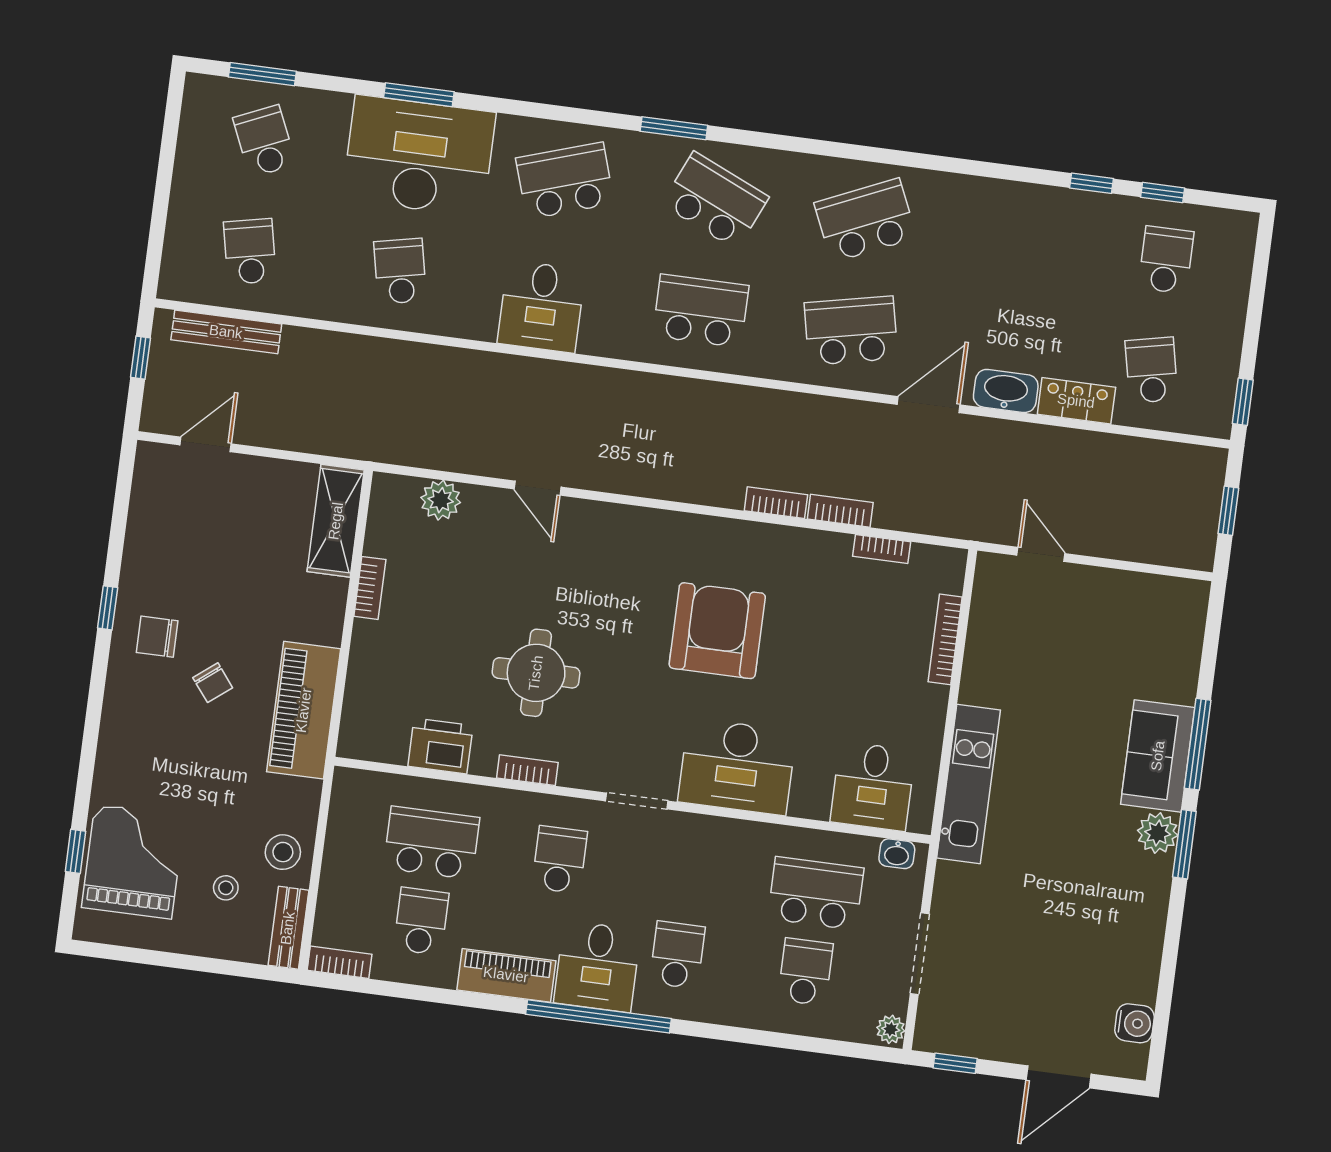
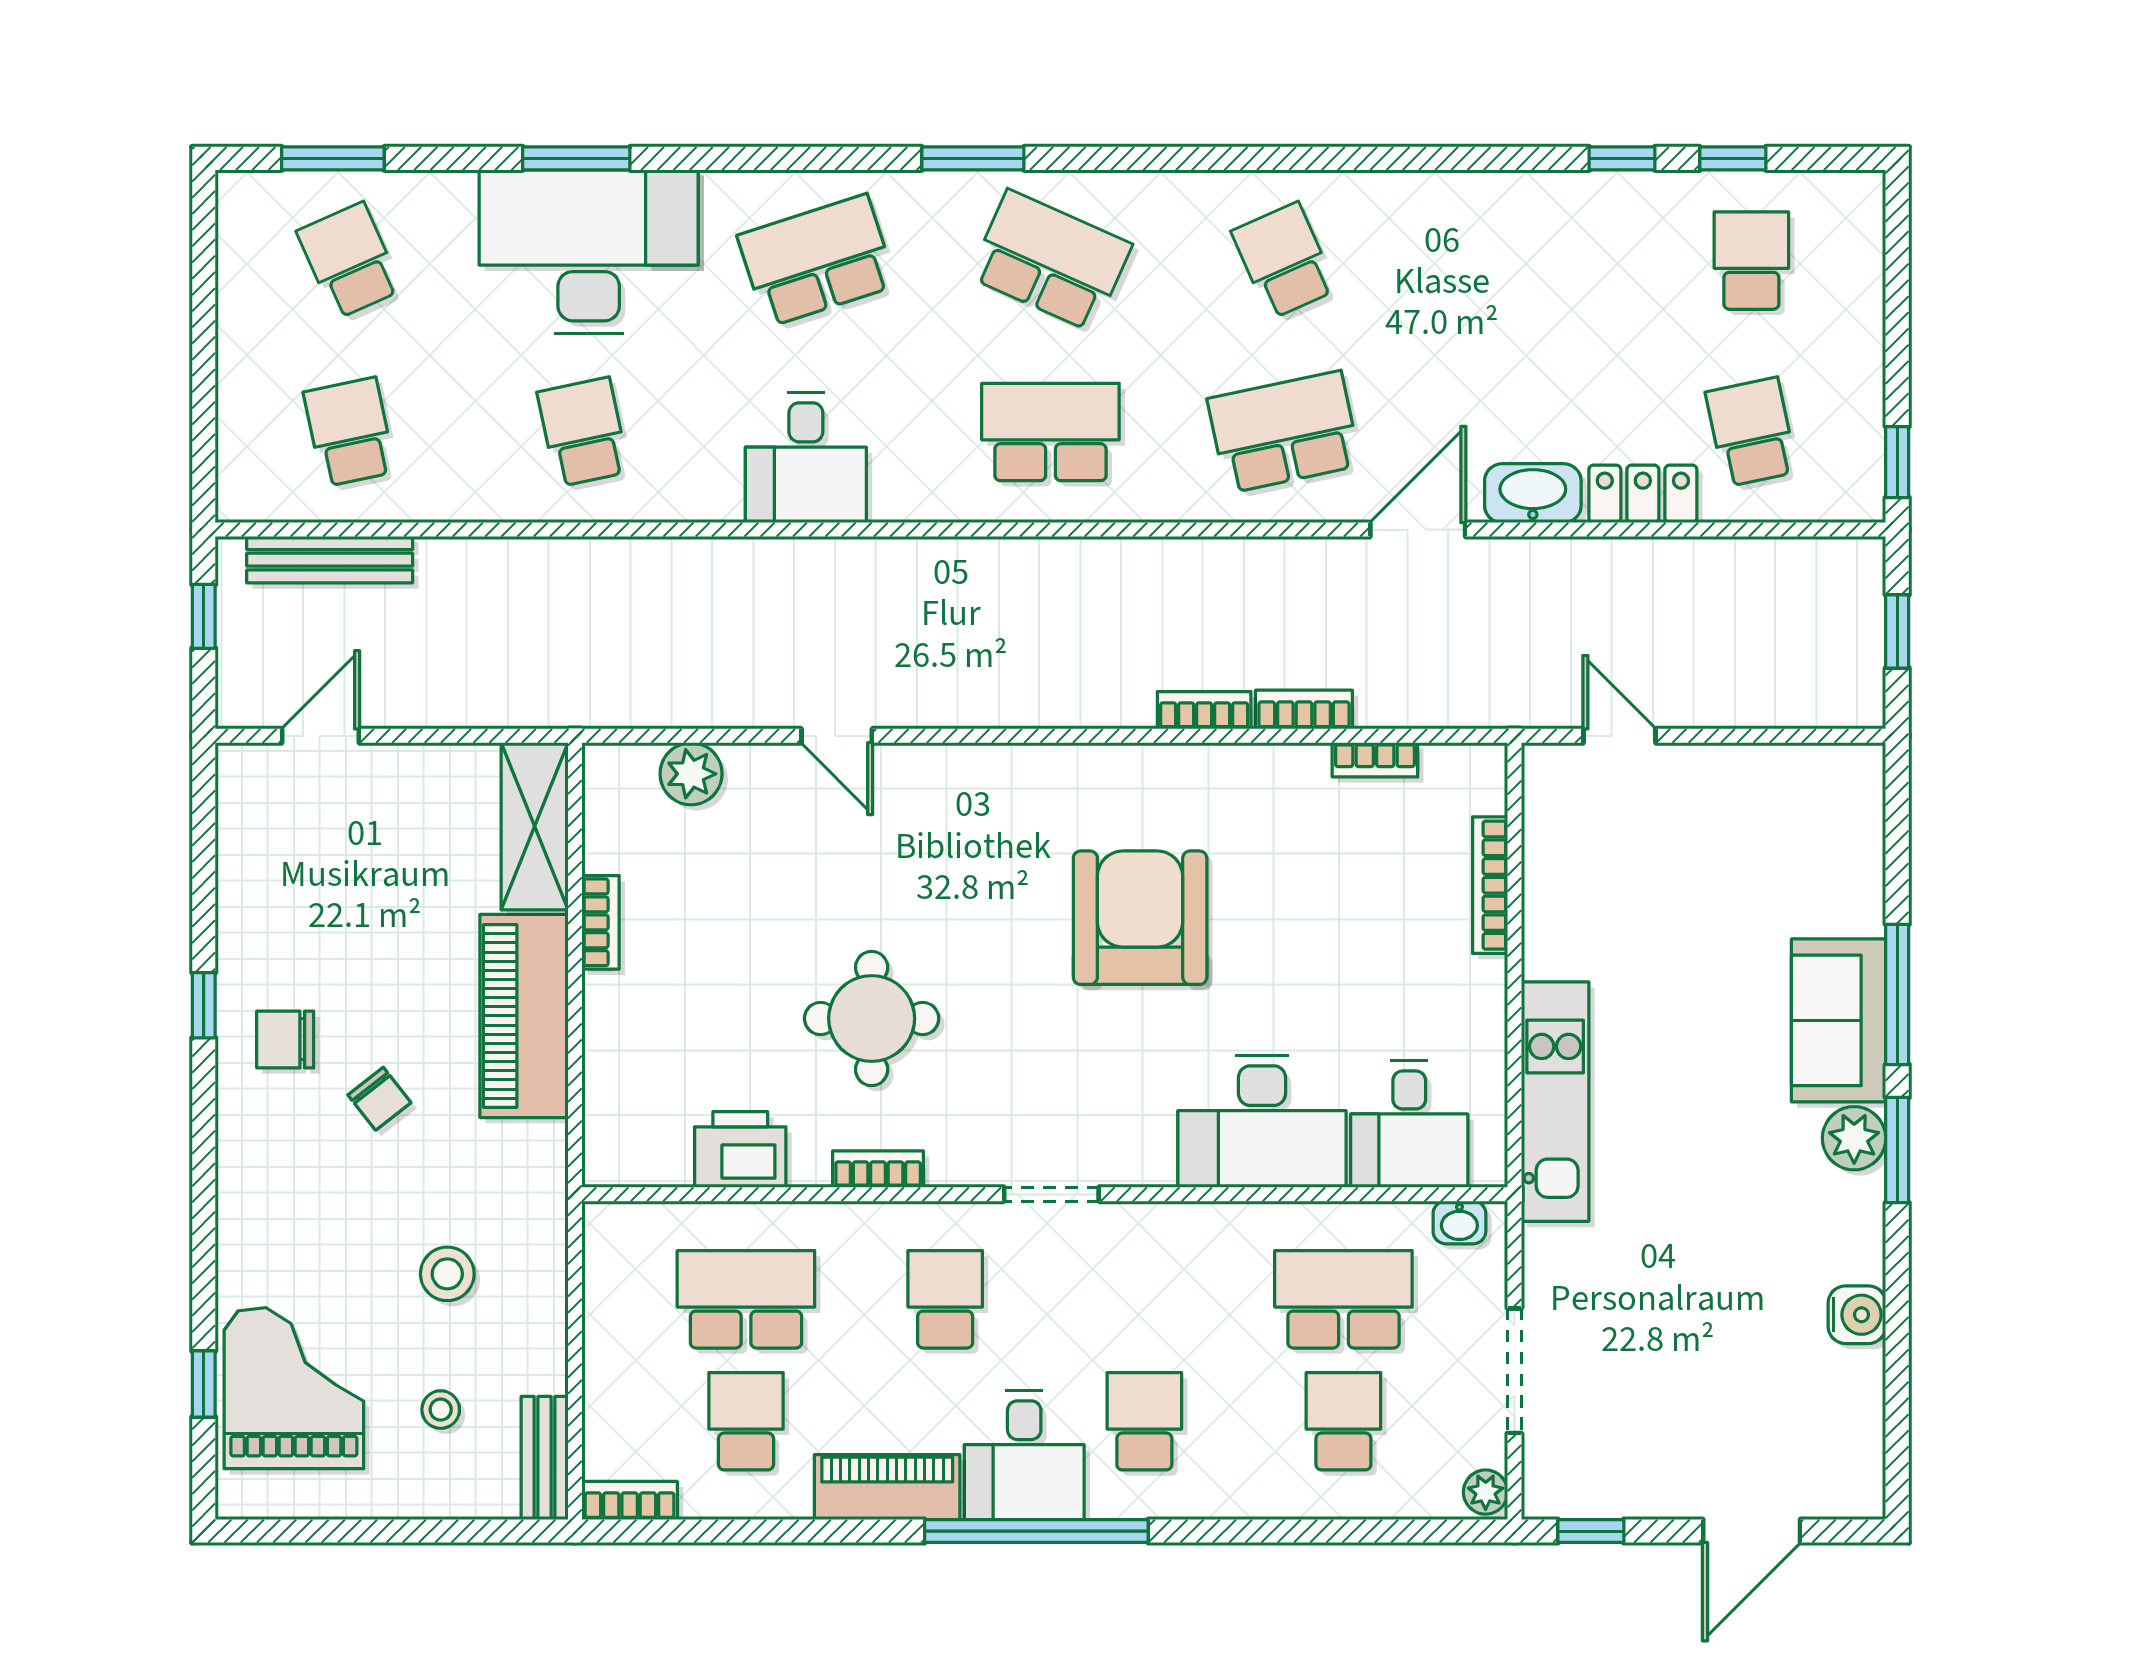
school desk: (865, 220) -> (1284, 261), width x0.54
piano: (304, 710) -> (524, 1016), moved
desk: (737, 766) -> (1262, 1121), moved
stool: (283, 852) -> (447, 1274), moved
water cooler: (1135, 1023) -> (1857, 1315), moved

